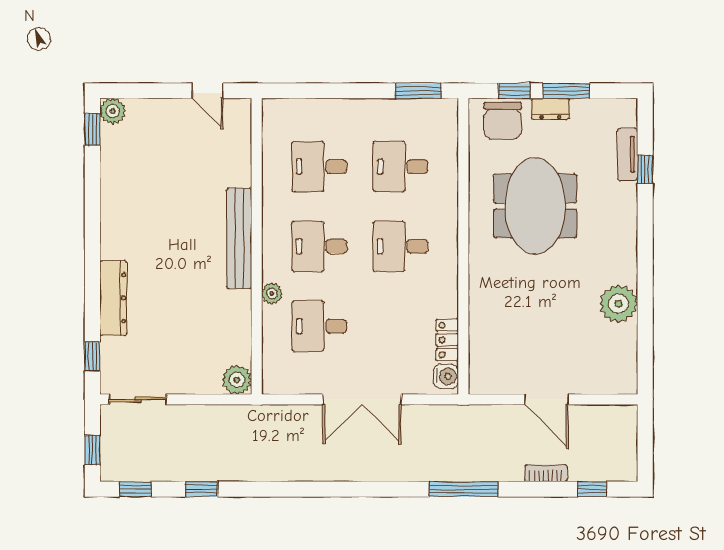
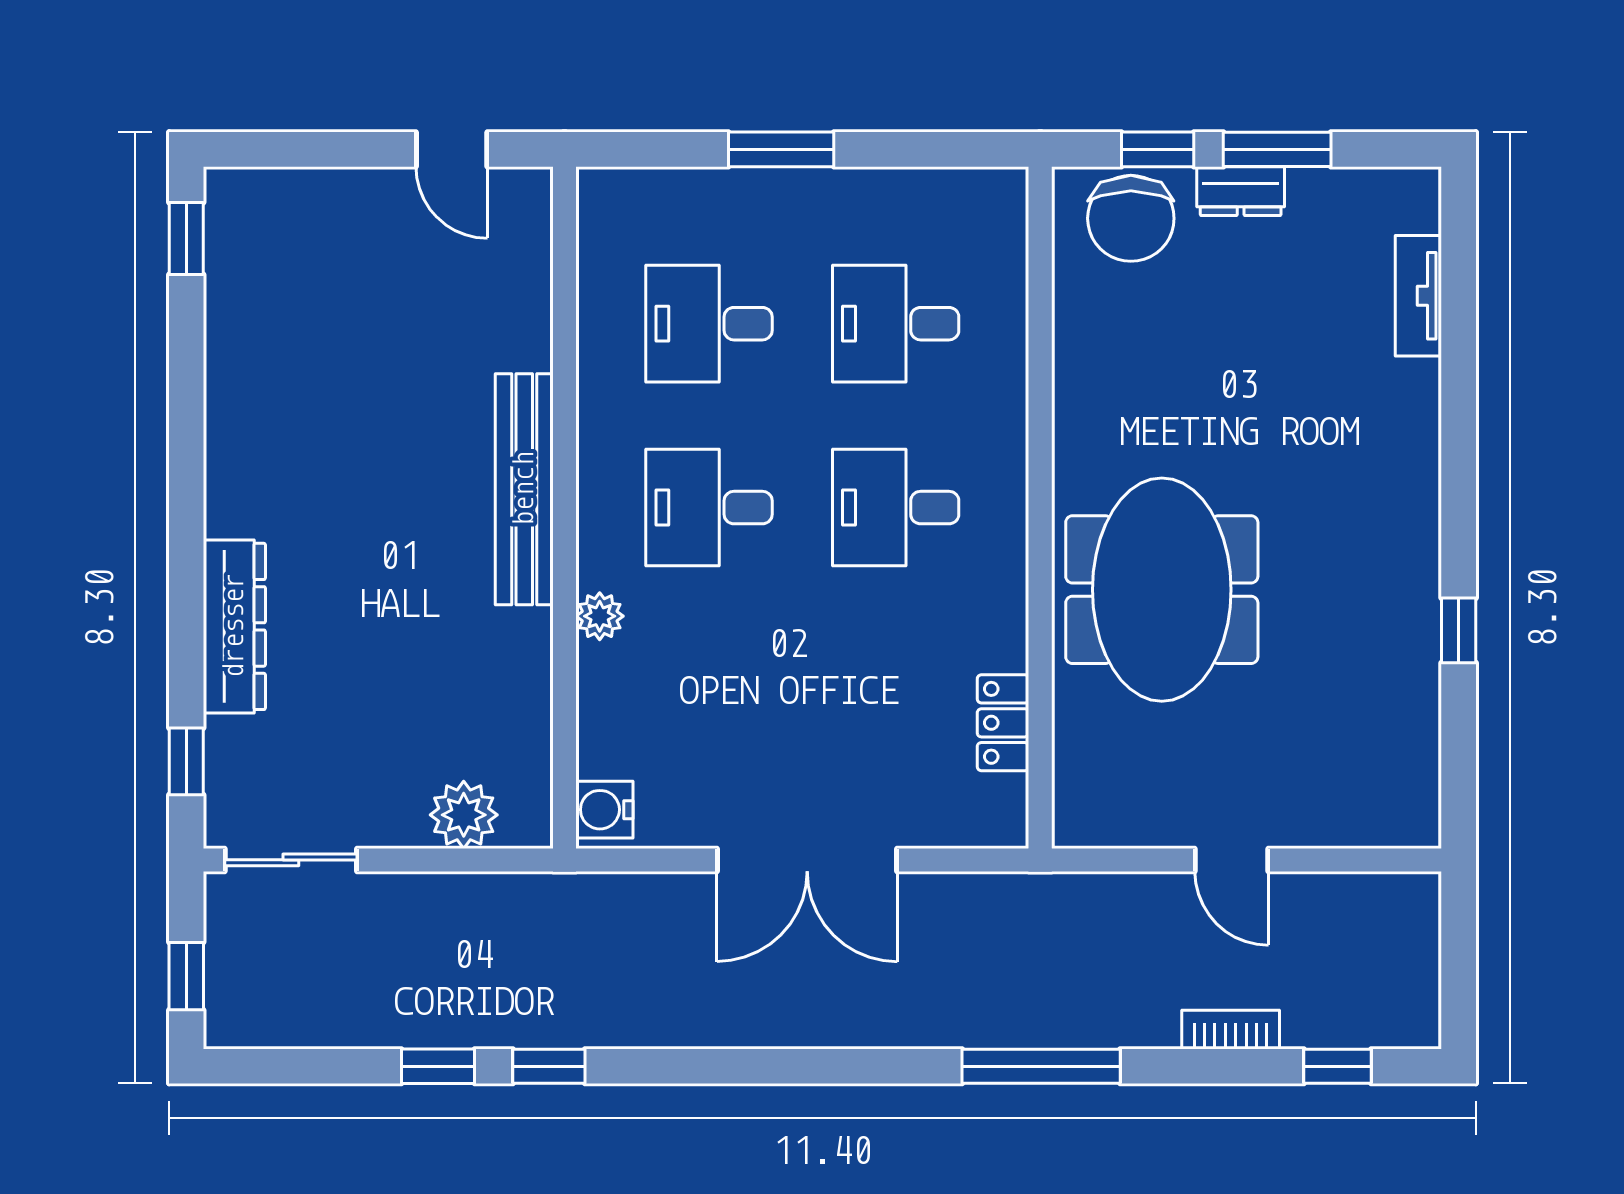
window: (418, 91) -> (781, 149), moved
plant: (113, 111) -> (233, 196), removed
window: (645, 169) -> (1459, 630), moved
meeting table: (535, 206) -> (1162, 590), moved
plant: (619, 304) -> (1398, 639), removed
desk: (319, 326) -> (709, 691), removed
water cooler: (446, 376) -> (604, 810), moved, turned 180
plant: (237, 380) -> (464, 815), moved
door: (546, 399) -> (1232, 860), width x0.73
window: (135, 489) -> (549, 1066), moved

